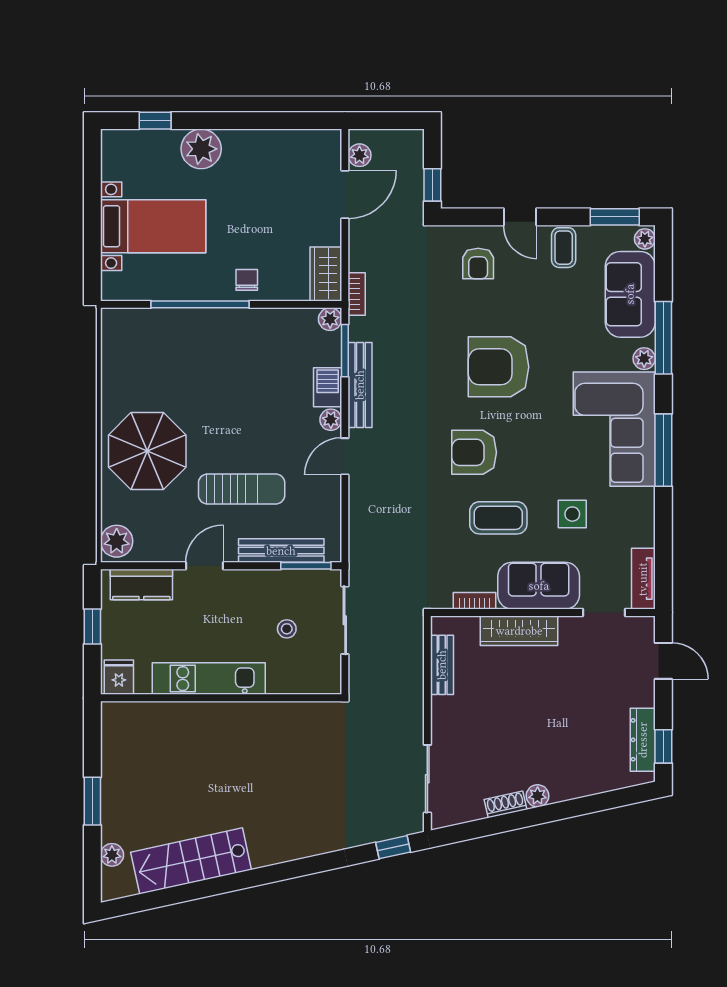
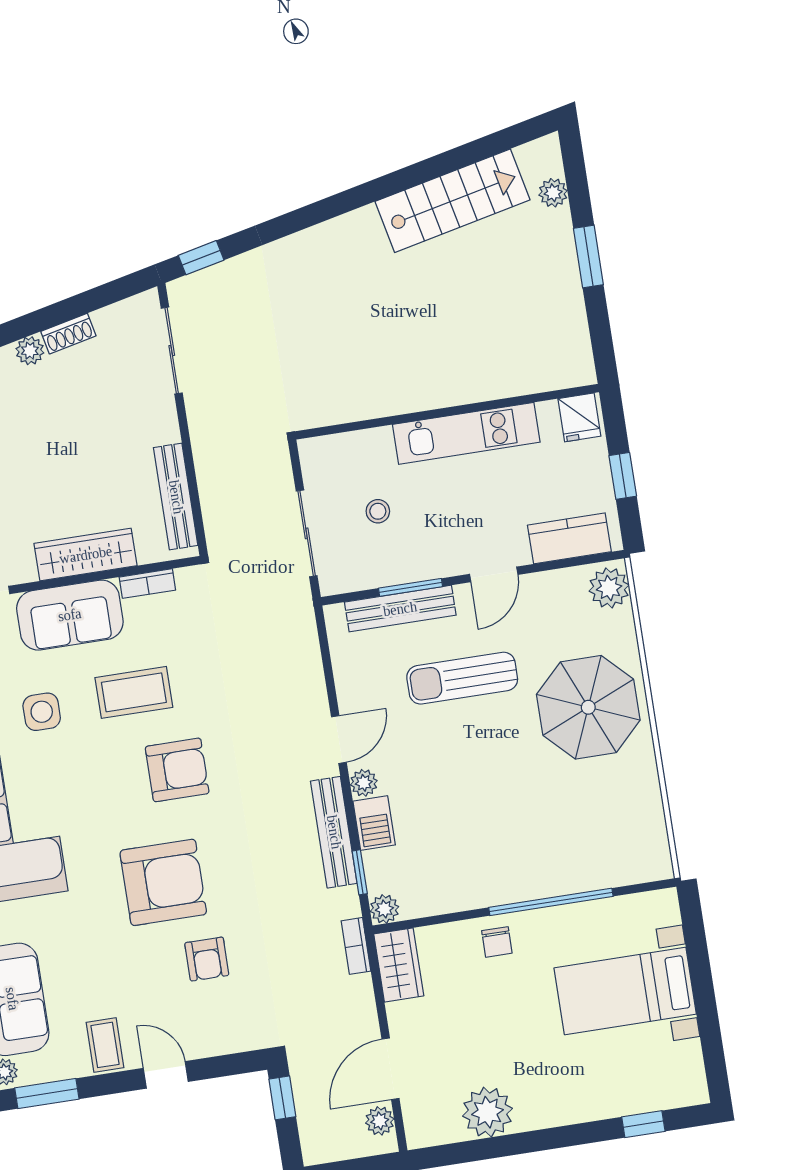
plant: (201, 149) -> (488, 1112), moved
armchair: (478, 263) -> (207, 959), moved, turned 180
window: (345, 351) -> (360, 872), width x0.67
window: (306, 566) -> (411, 587), moved
bench: (442, 665) -> (176, 497), width x1.36

